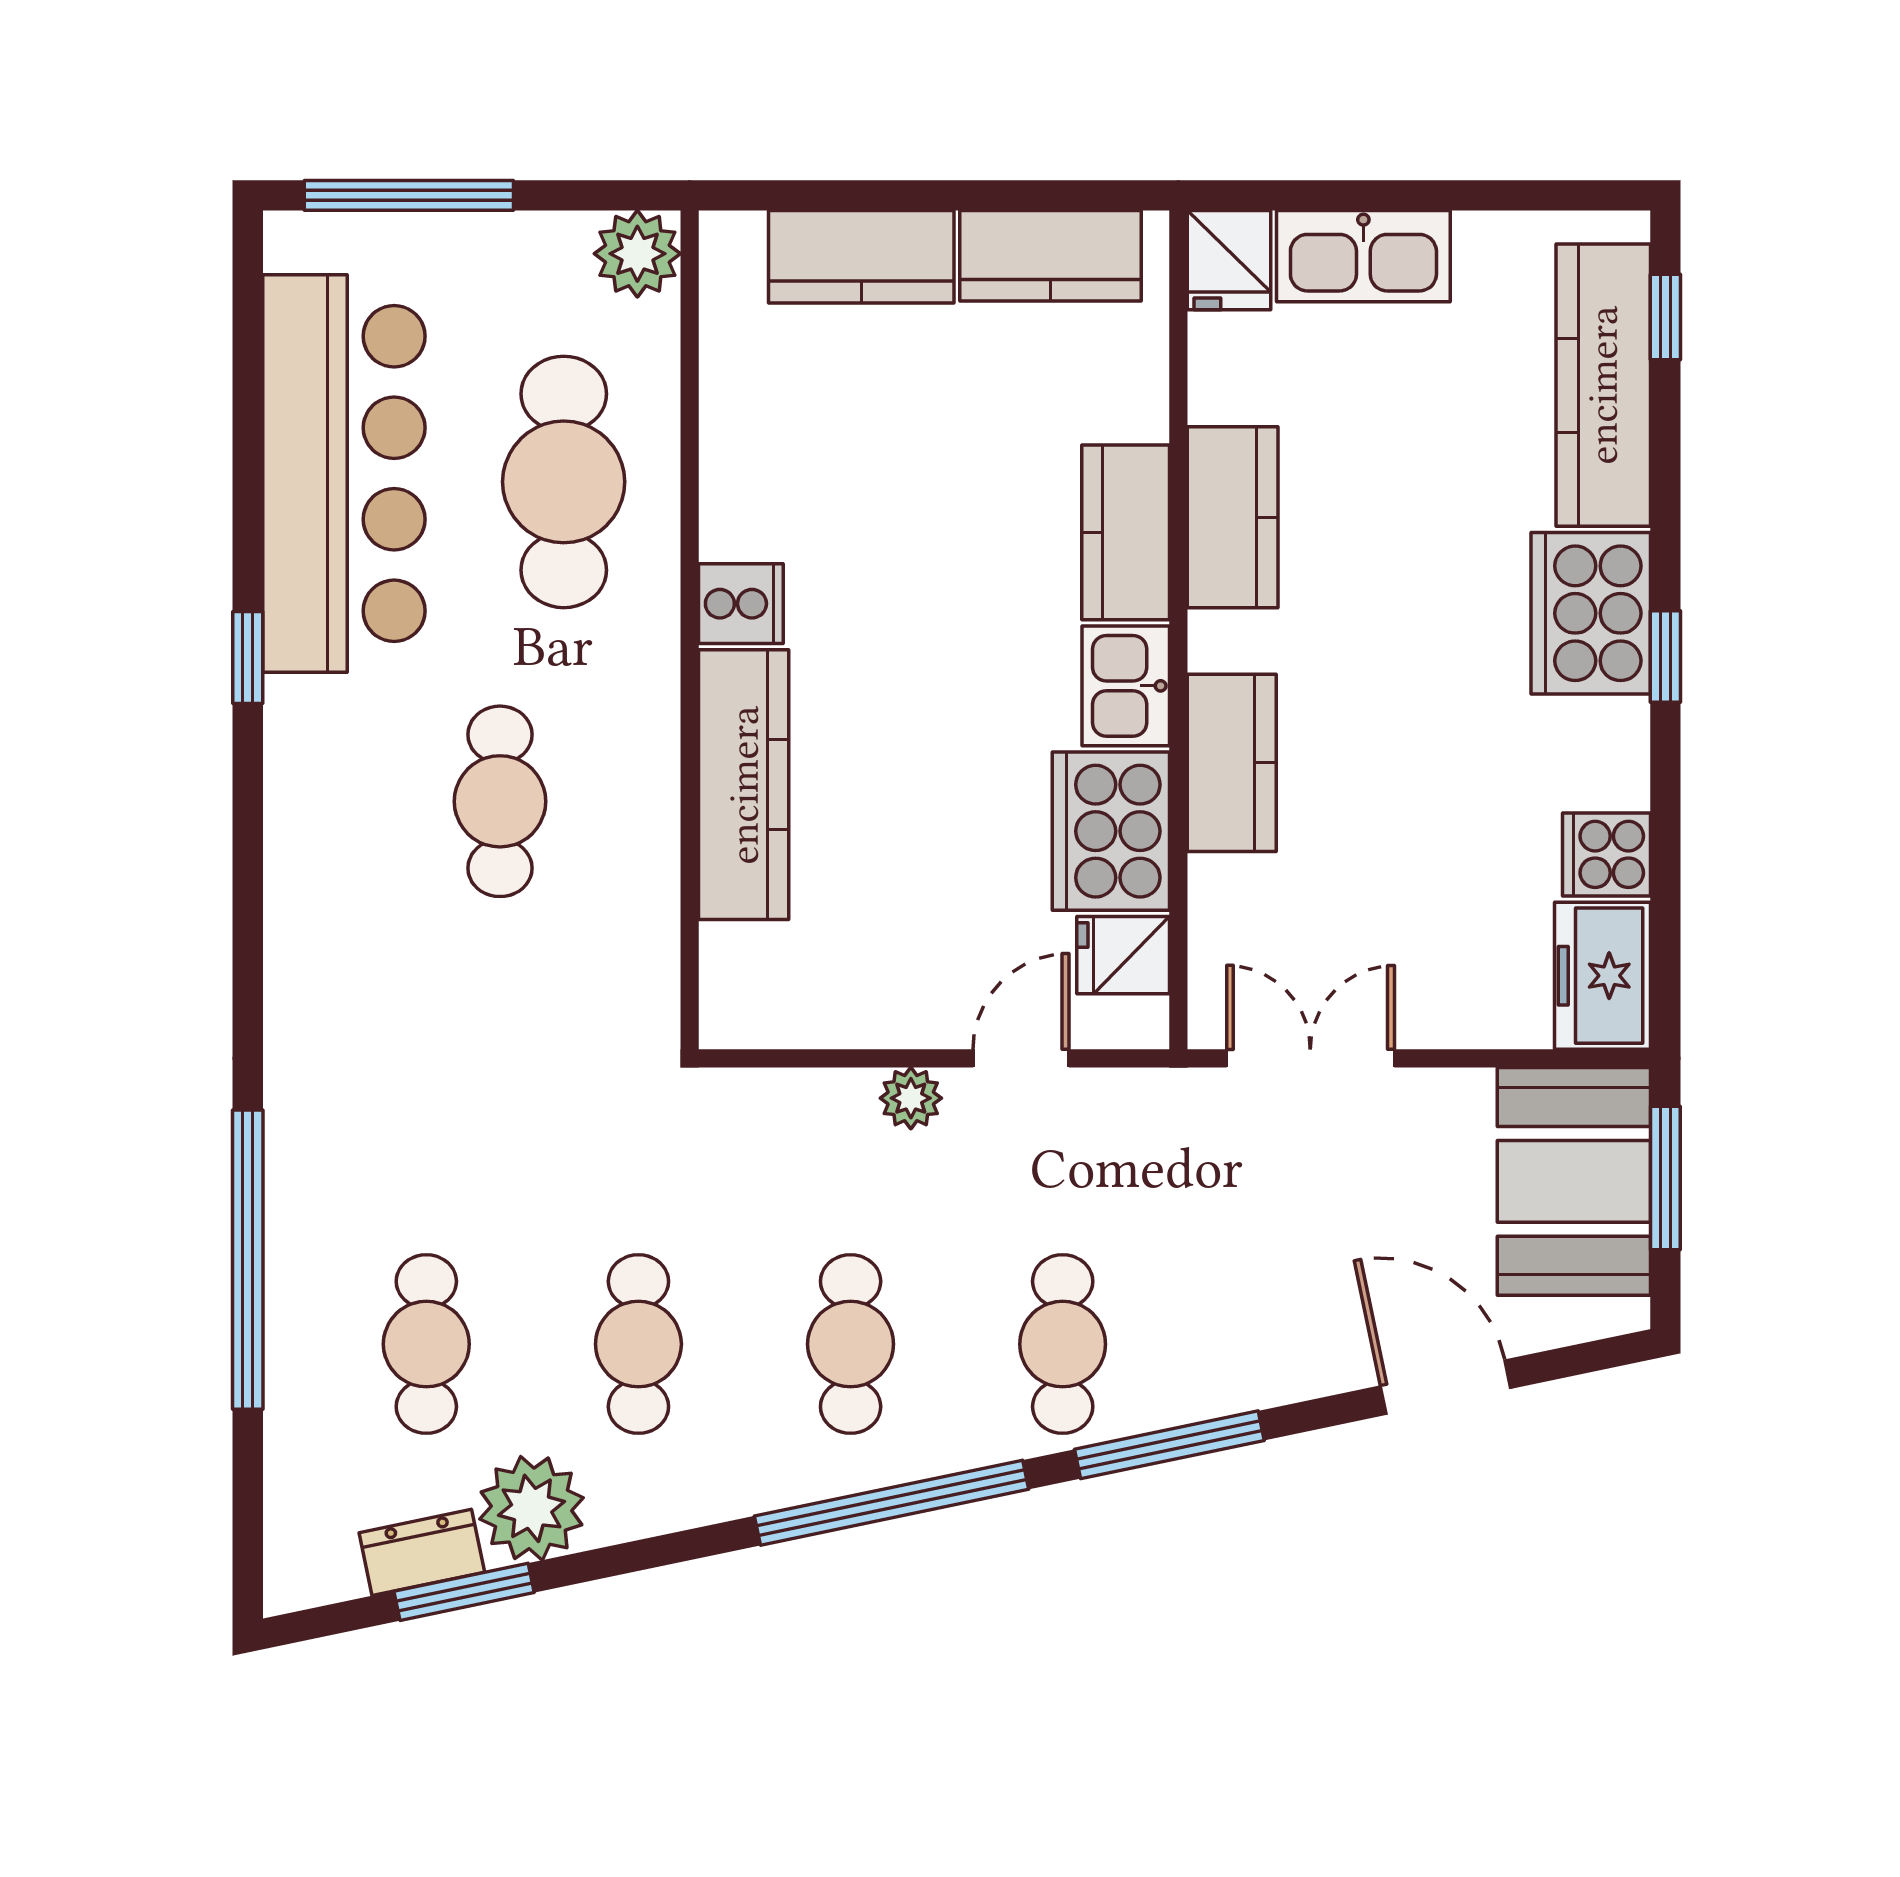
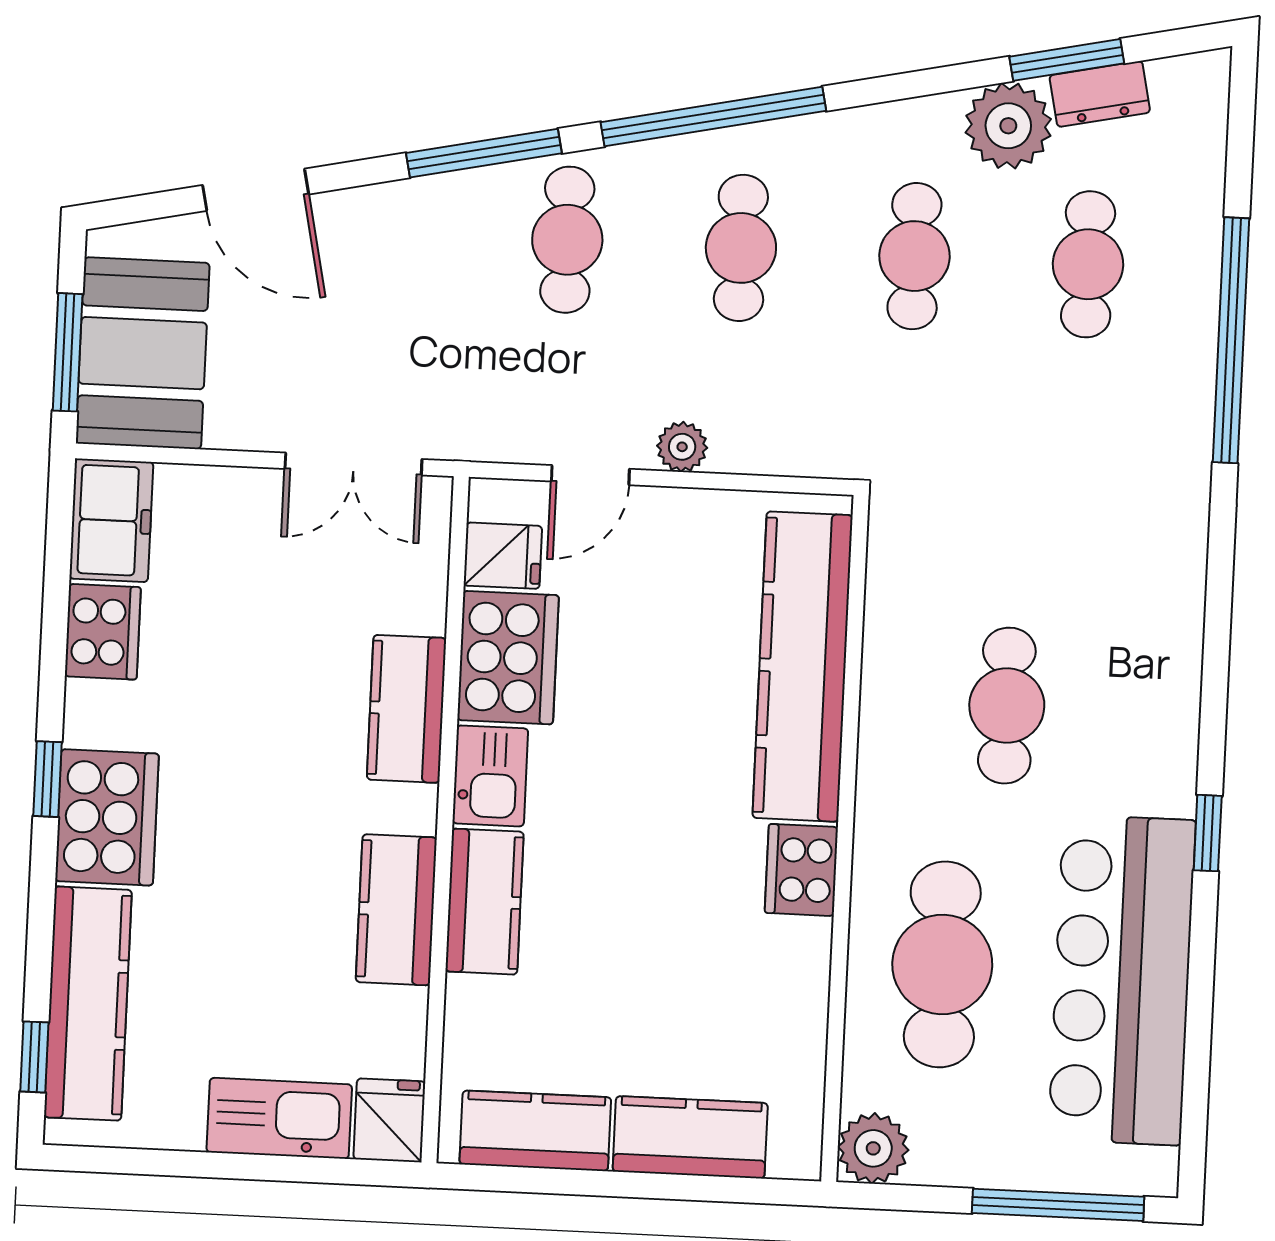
cooker: (741, 604) -> (801, 870), width x1.36
kitchen counter: (744, 785) -> (803, 667), width x1.39, depth x1.17
cooker: (1607, 854) -> (103, 632), width x1.36

